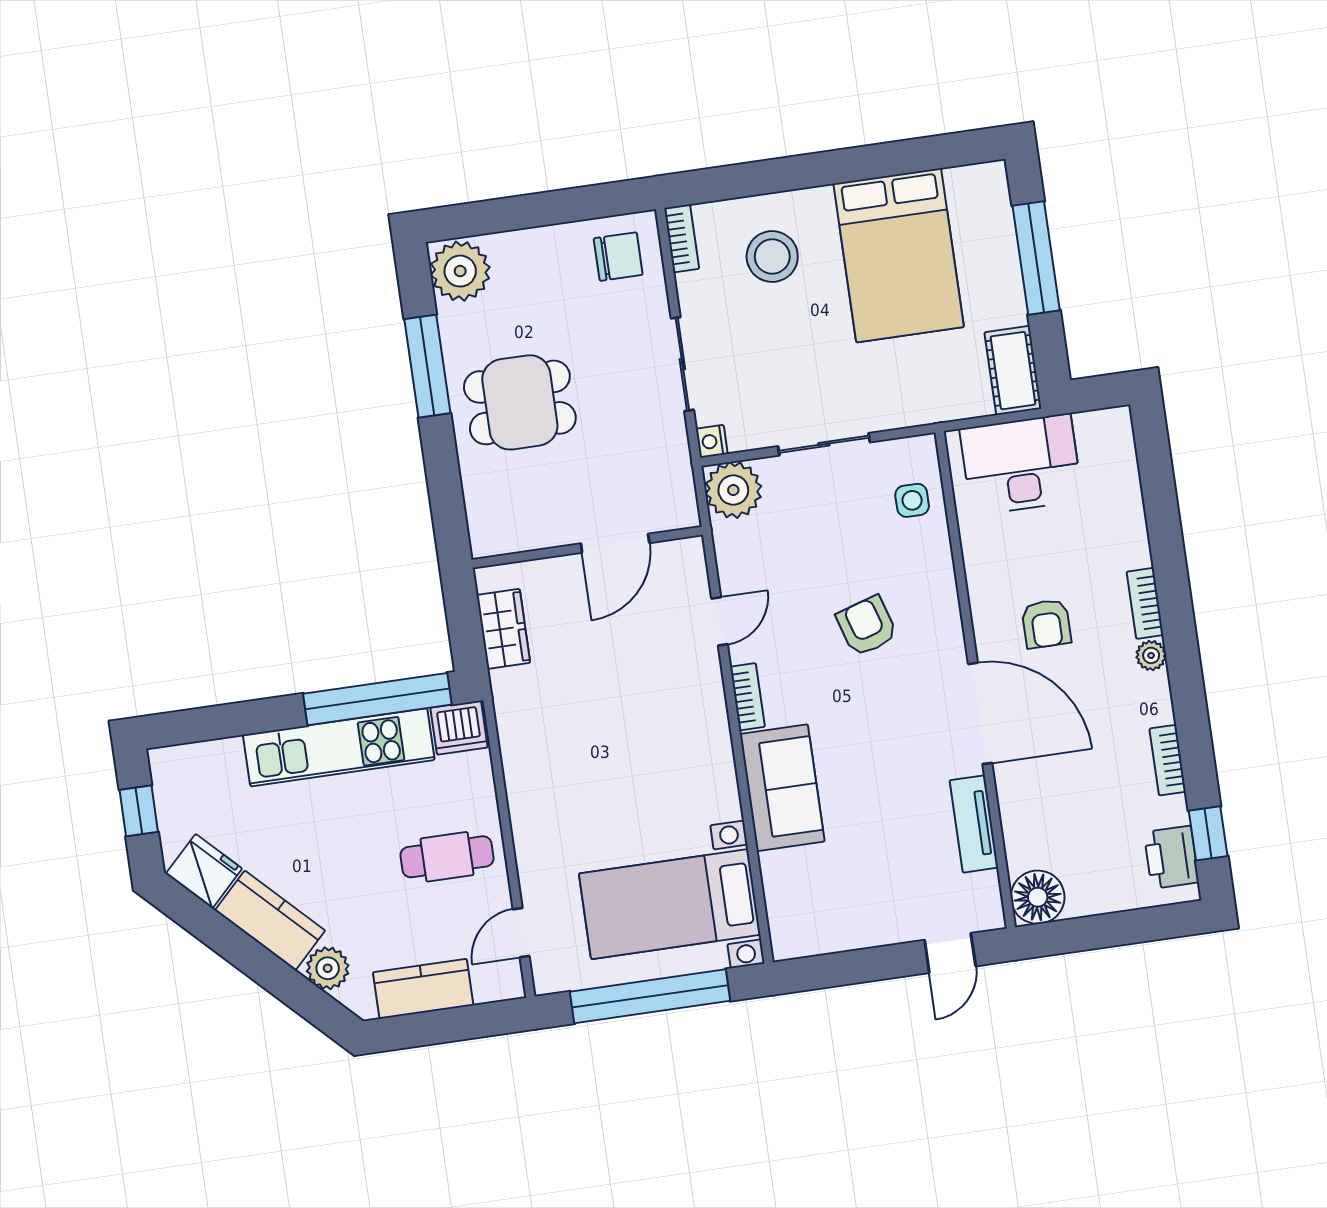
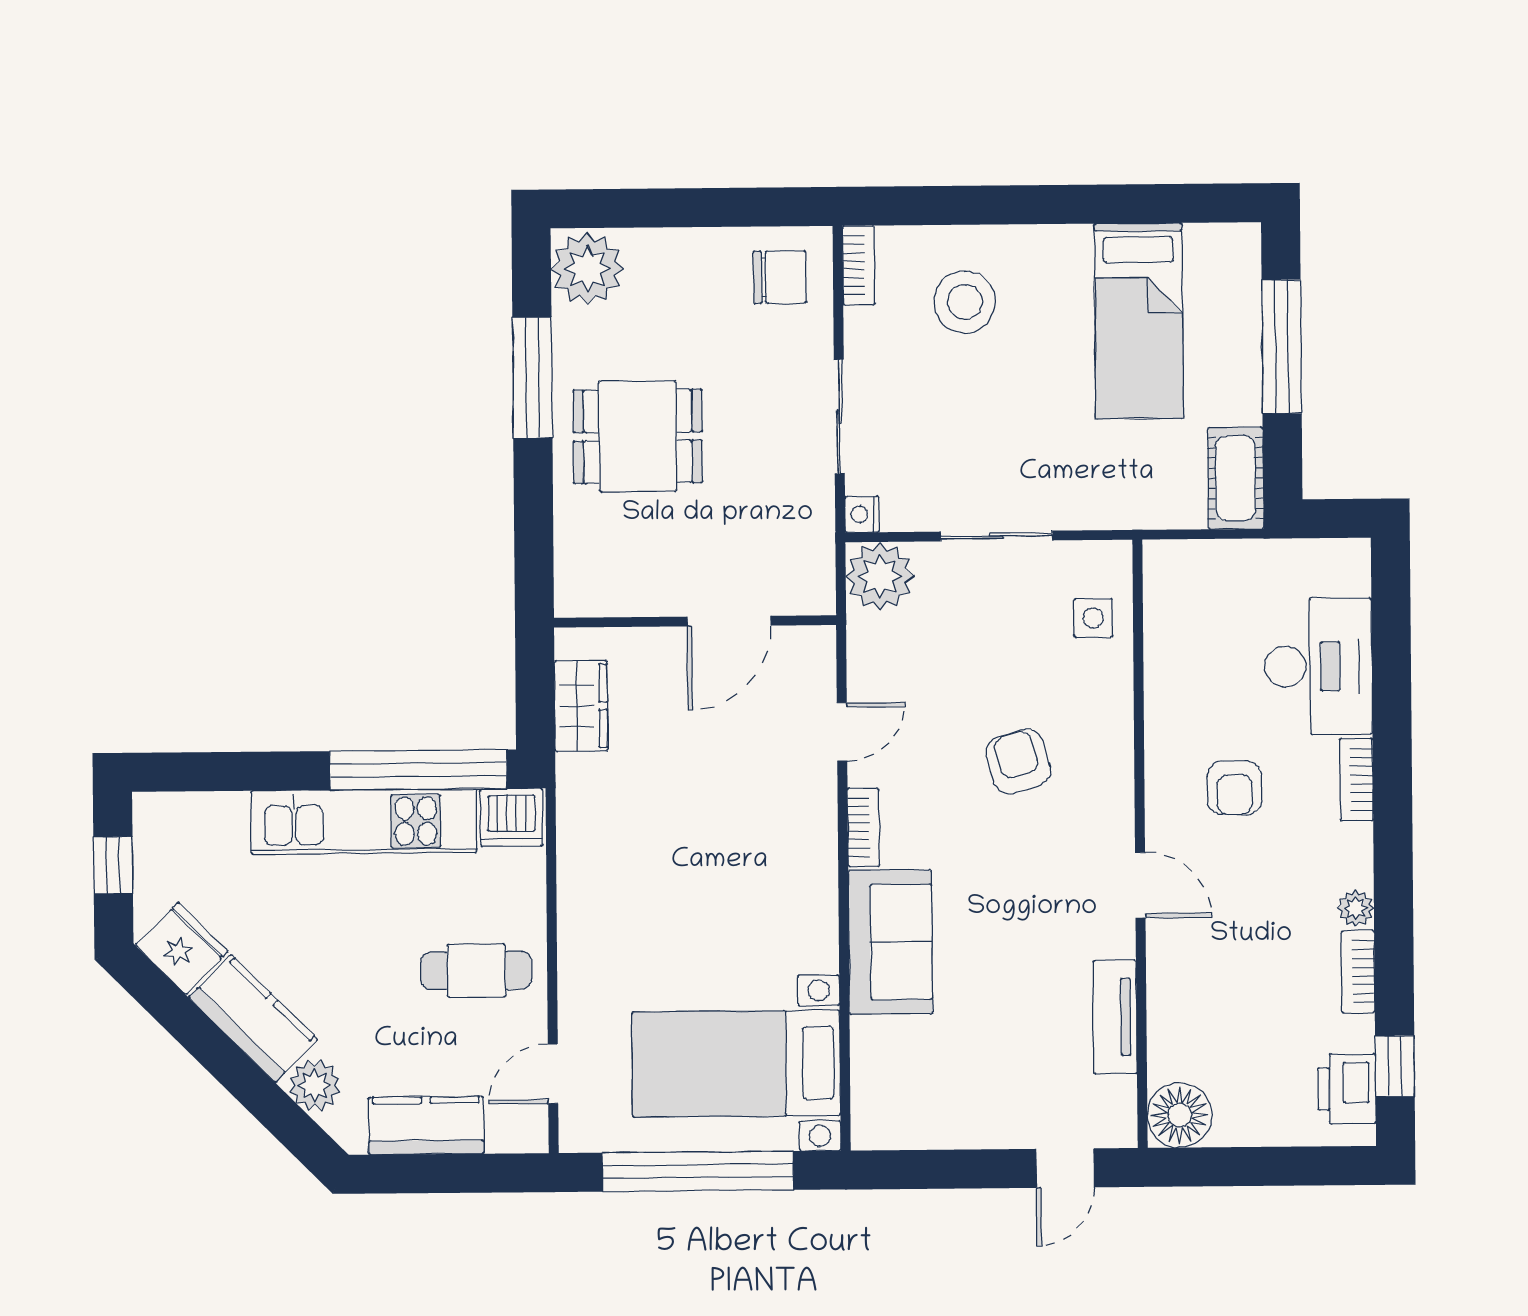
bed: (899, 255) -> (1139, 321), width x0.67
desk: (1021, 464) -> (1318, 666), moved, turned 90
plant: (1151, 655) -> (1356, 908), moved
door: (980, 713) -> (1140, 885), width x0.53

